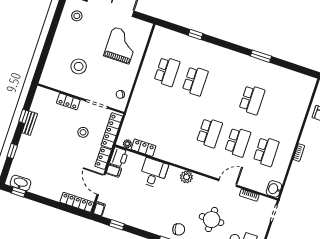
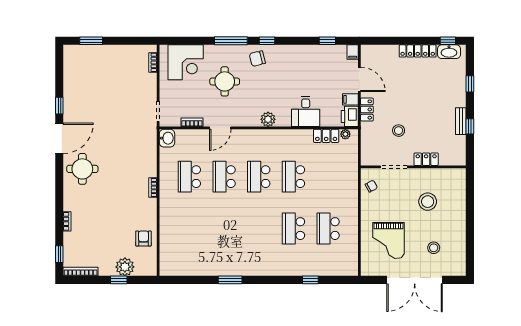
stool: (77, 16) -> (434, 248), moved
school desk: (252, 100) -> (293, 177), moved
locker: (112, 131) -> (367, 143), removed
locker: (77, 202) -> (418, 51), moved

